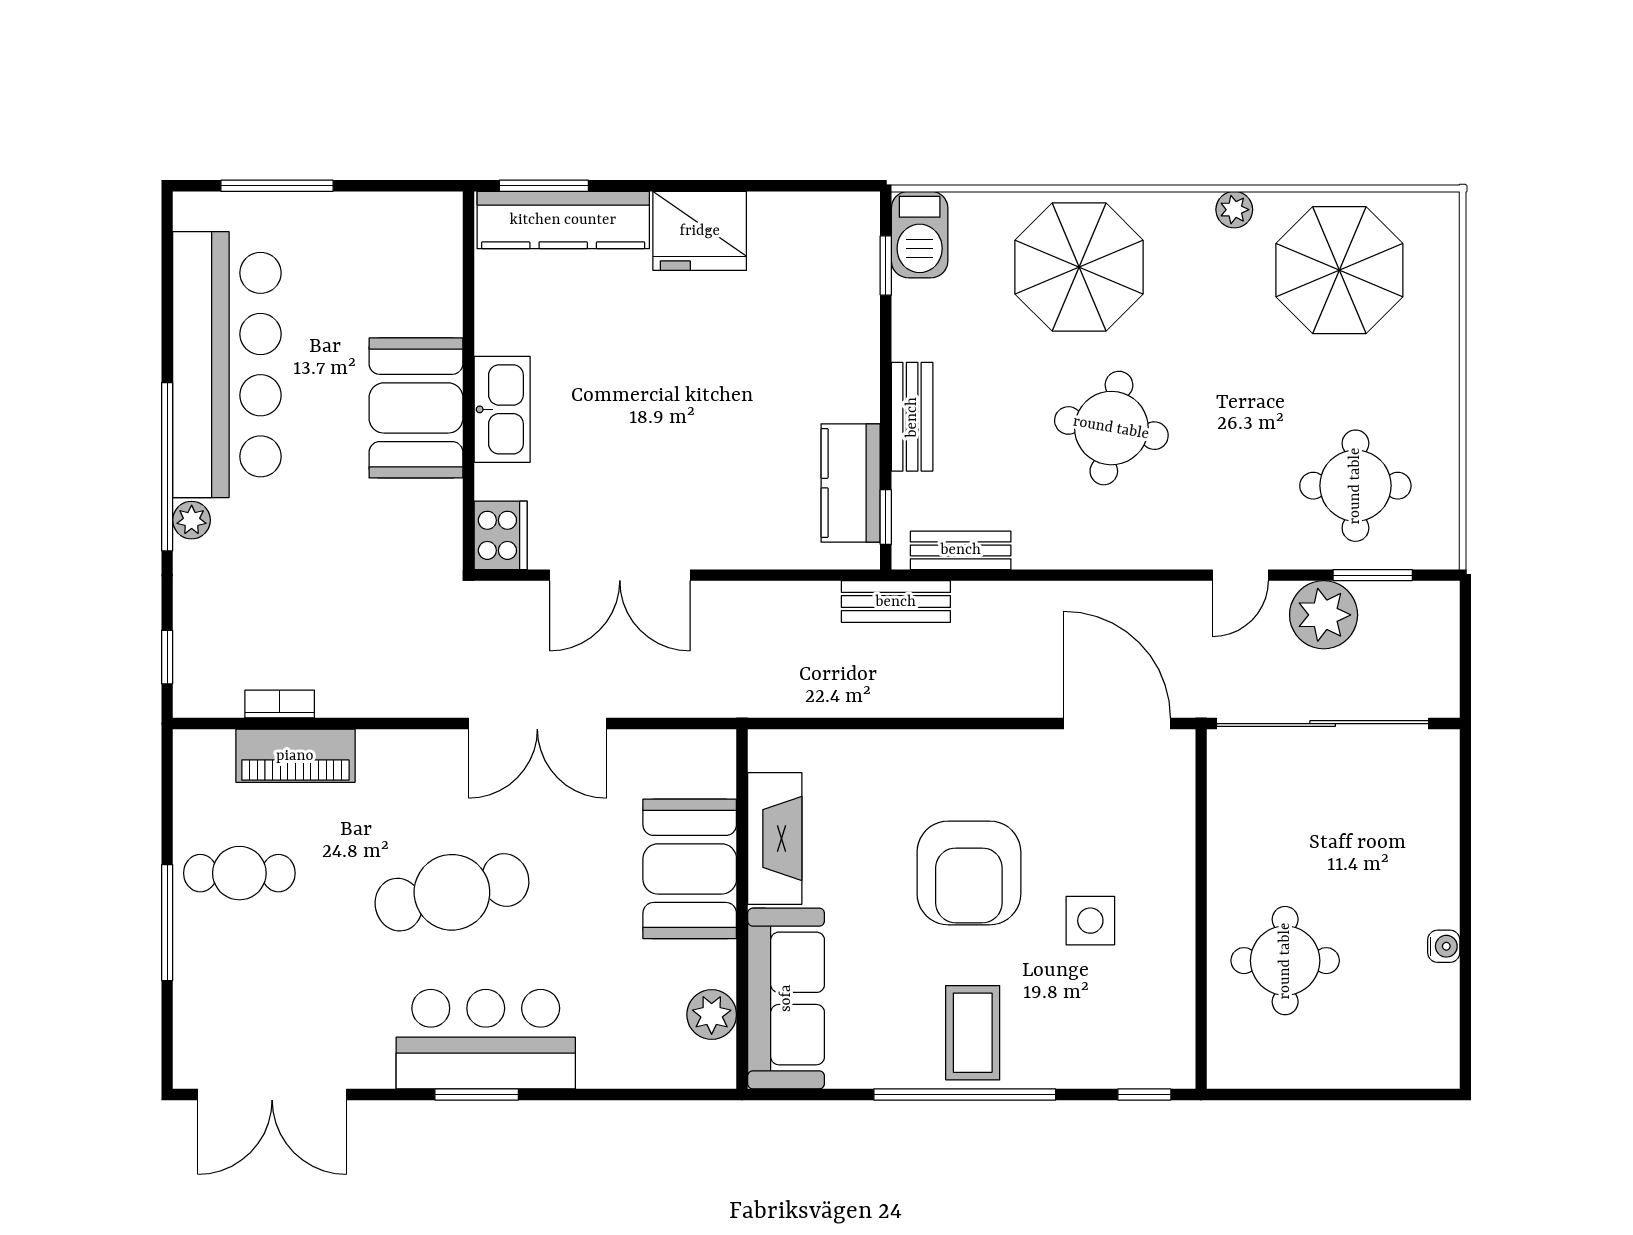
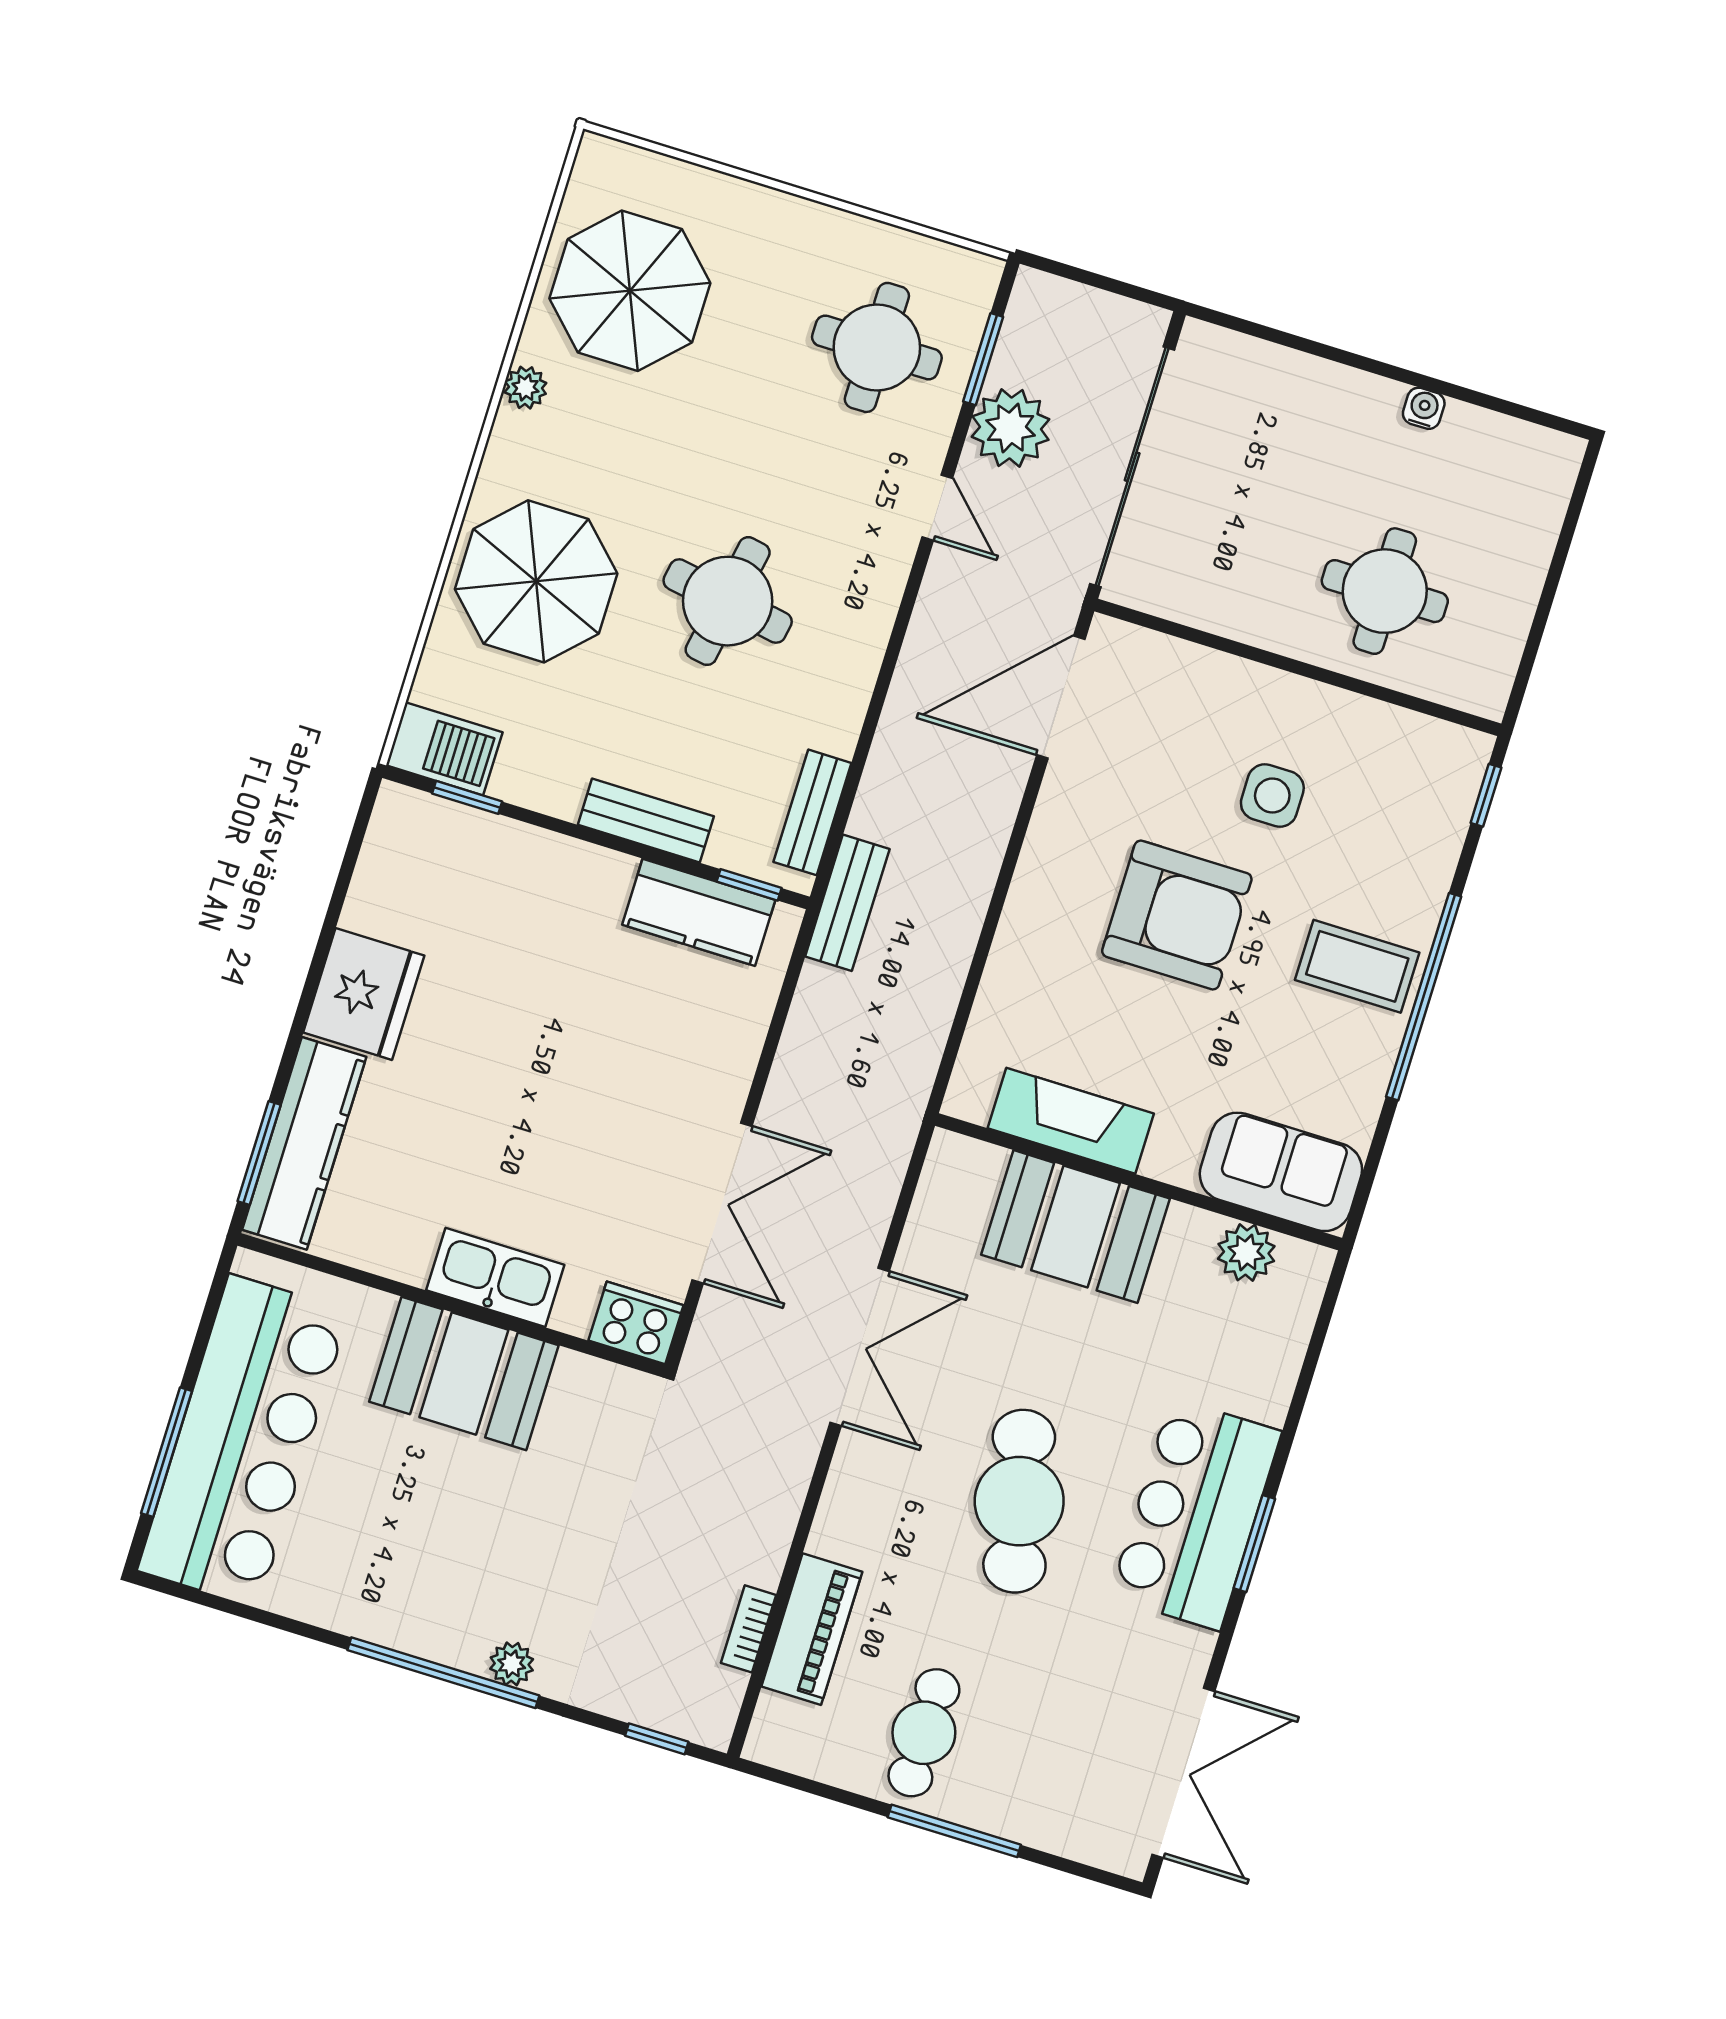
bar counter: (227, 365) -> (243, 1441), moved, turned 90
sofa: (786, 998) -> (1281, 1172), width x0.73

